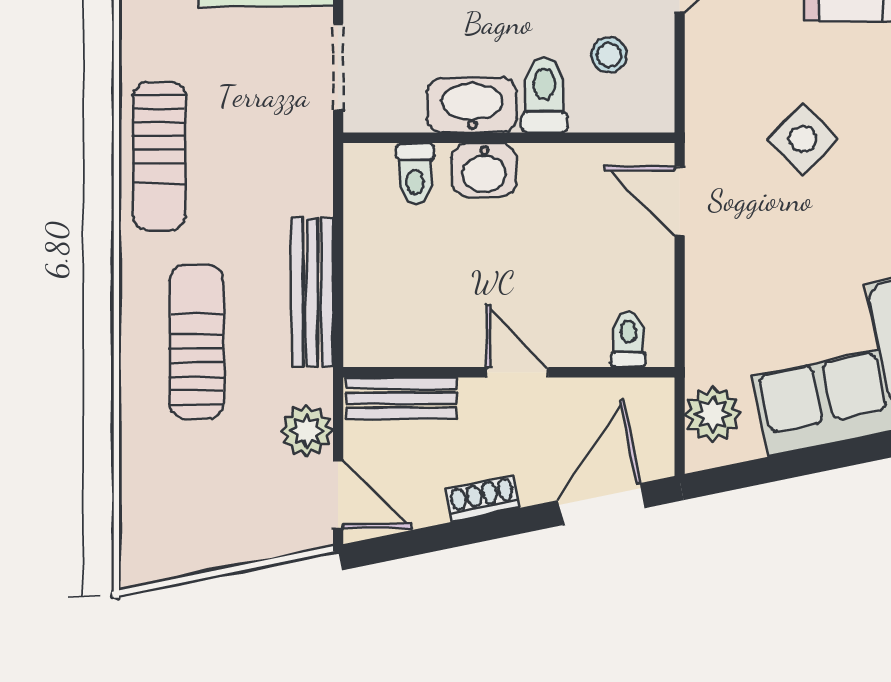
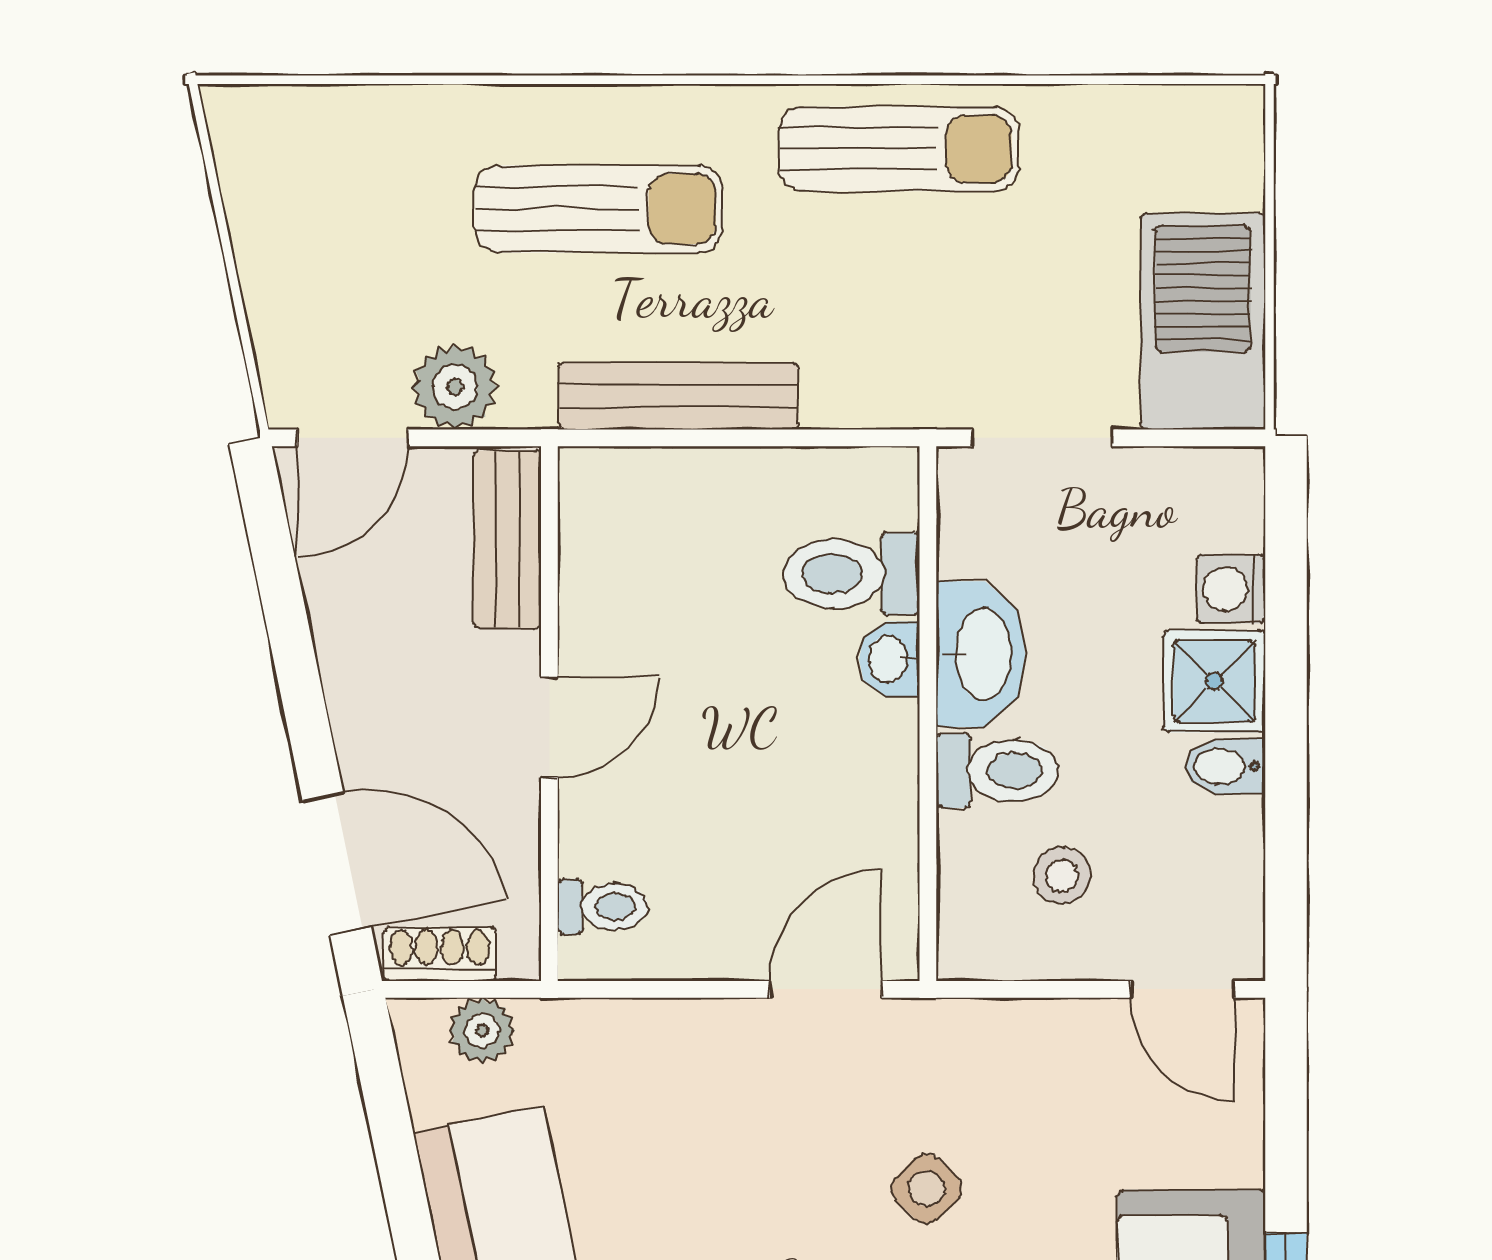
side table: (803, 139) -> (927, 1189), width x0.73, depth x0.73
sun lounger: (159, 156) -> (898, 149), turned 180
washbasin: (484, 170) -> (889, 659), width x0.72, depth x0.69
toilet: (415, 173) -> (851, 574), width x1.37, depth x1.39
plant: (713, 414) -> (482, 1030), width x0.73, depth x0.73
shoe rack: (483, 498) -> (439, 954), moved, turned -78

